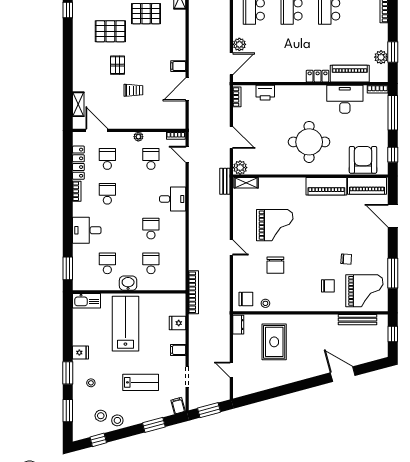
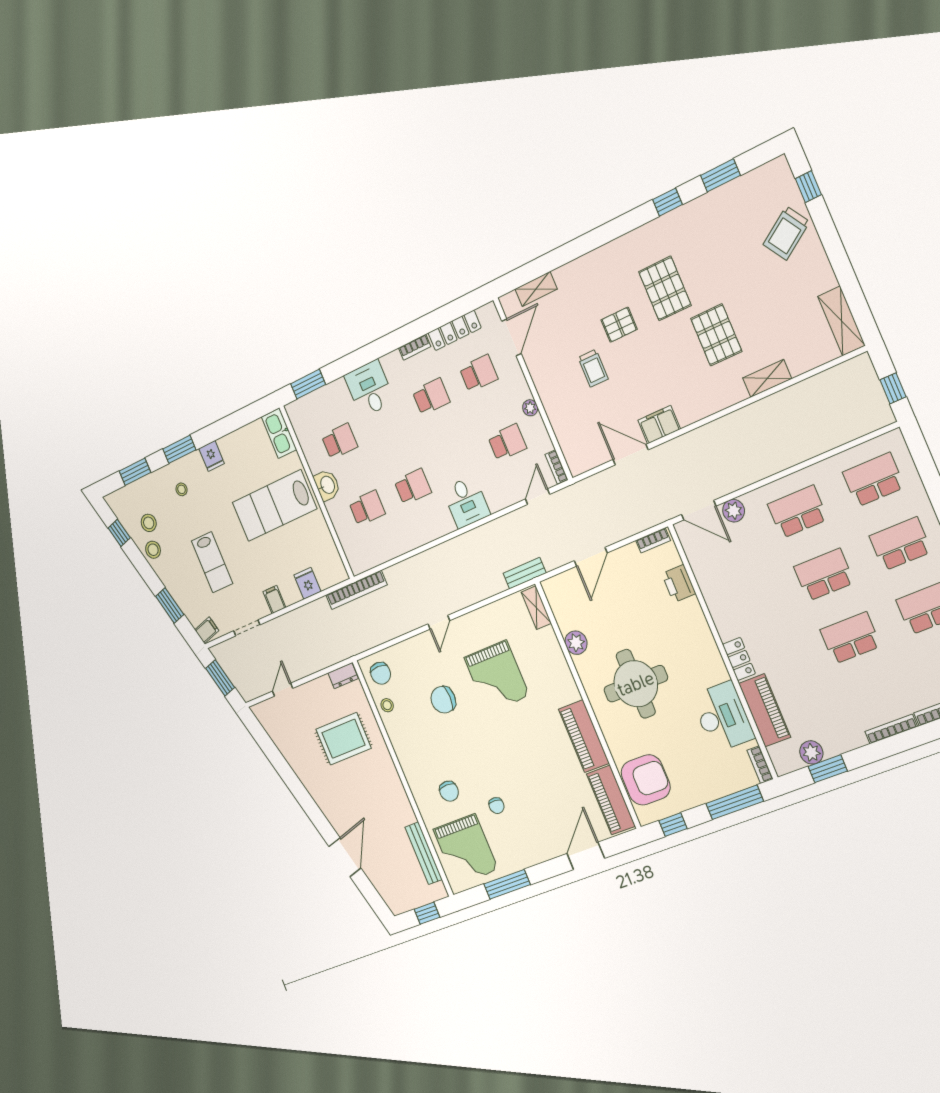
filing cabinet: (178, 66) -> (659, 425), width x2.00
plant: (240, 168) -> (576, 643), moved
lab bench: (125, 324) -> (274, 506), turned 180

